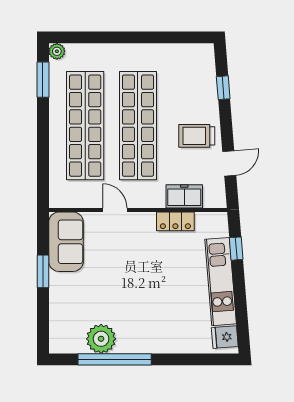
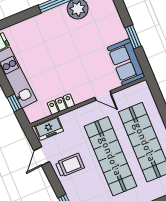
freezer: (184, 196) -> (49, 128), moved

